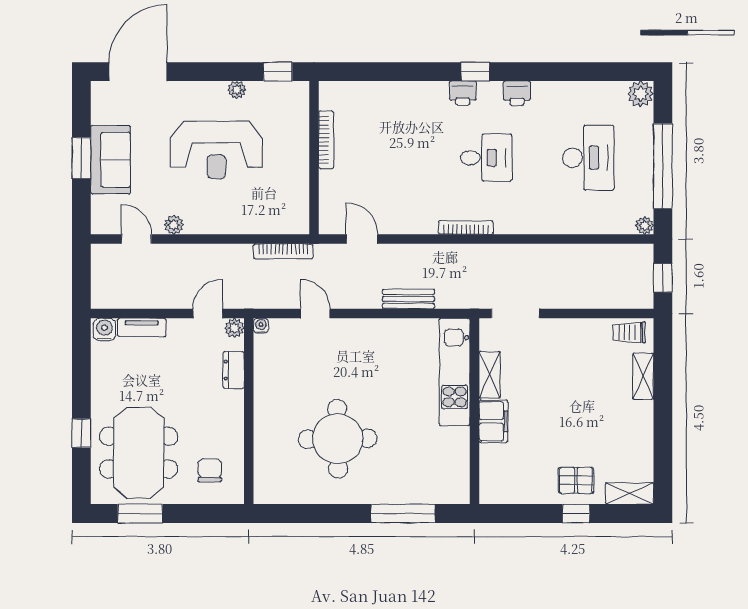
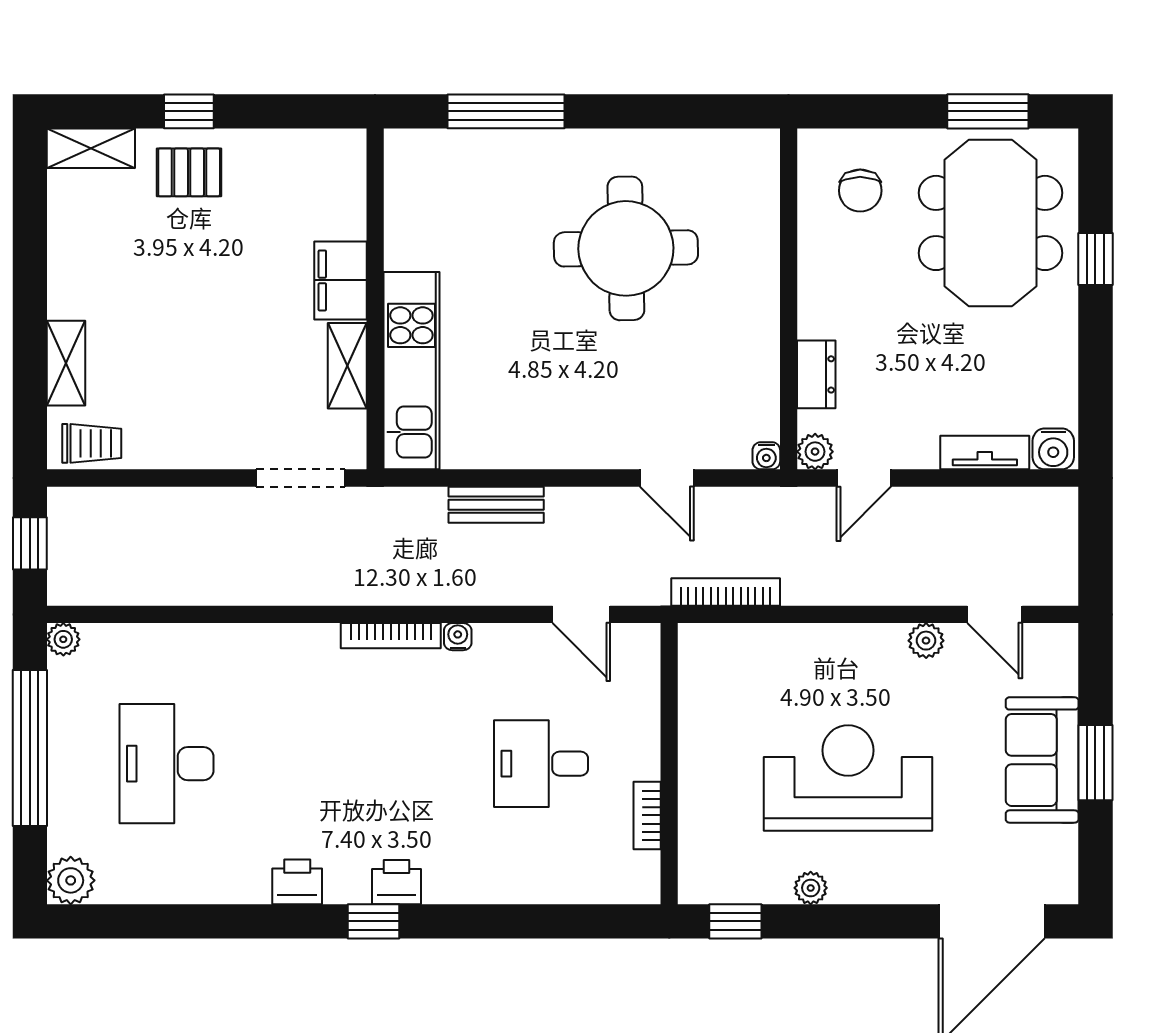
bookcase: (326, 140) -> (647, 815), width x0.64
desk: (486, 158) -> (541, 764), moved
water cooler: (429, 227) -> (458, 637), added

